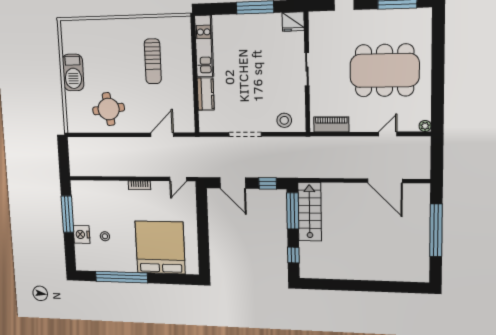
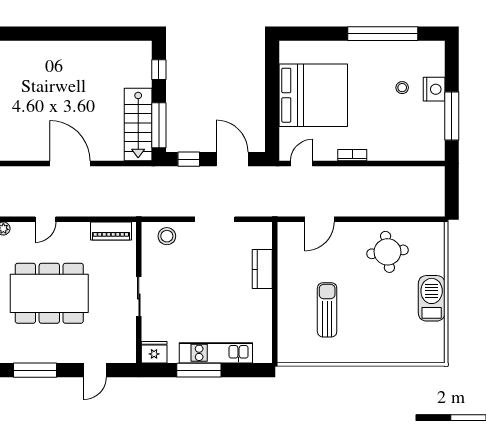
kitchen unit: (204, 46) -> (216, 353), moved, turned 90
door: (385, 181) -> (70, 163), moved
bed: (160, 247) -> (313, 95), moved, turned -90

